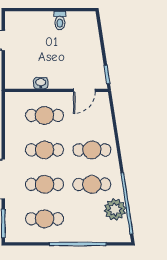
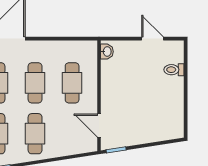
toilet: (60, 21) -> (174, 70), moved
washbasin: (41, 83) -> (107, 52), moved

